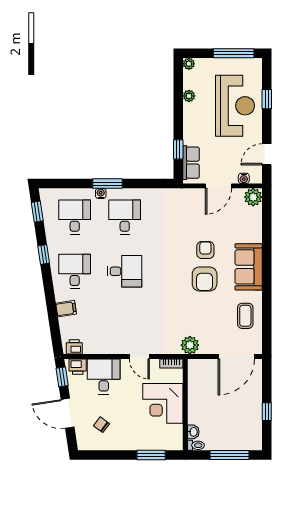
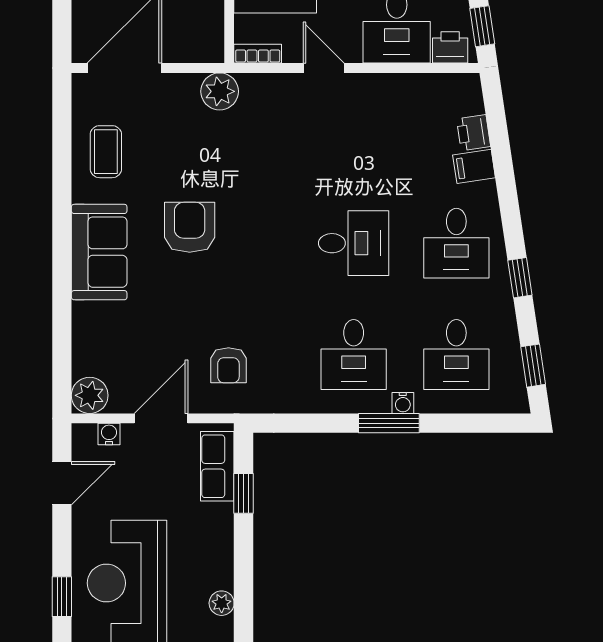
armchair: (205, 250) -> (228, 365), moved
desk: (125, 271) -> (354, 243), turned 180
printer: (74, 347) -> (473, 133), moved, turned 81

